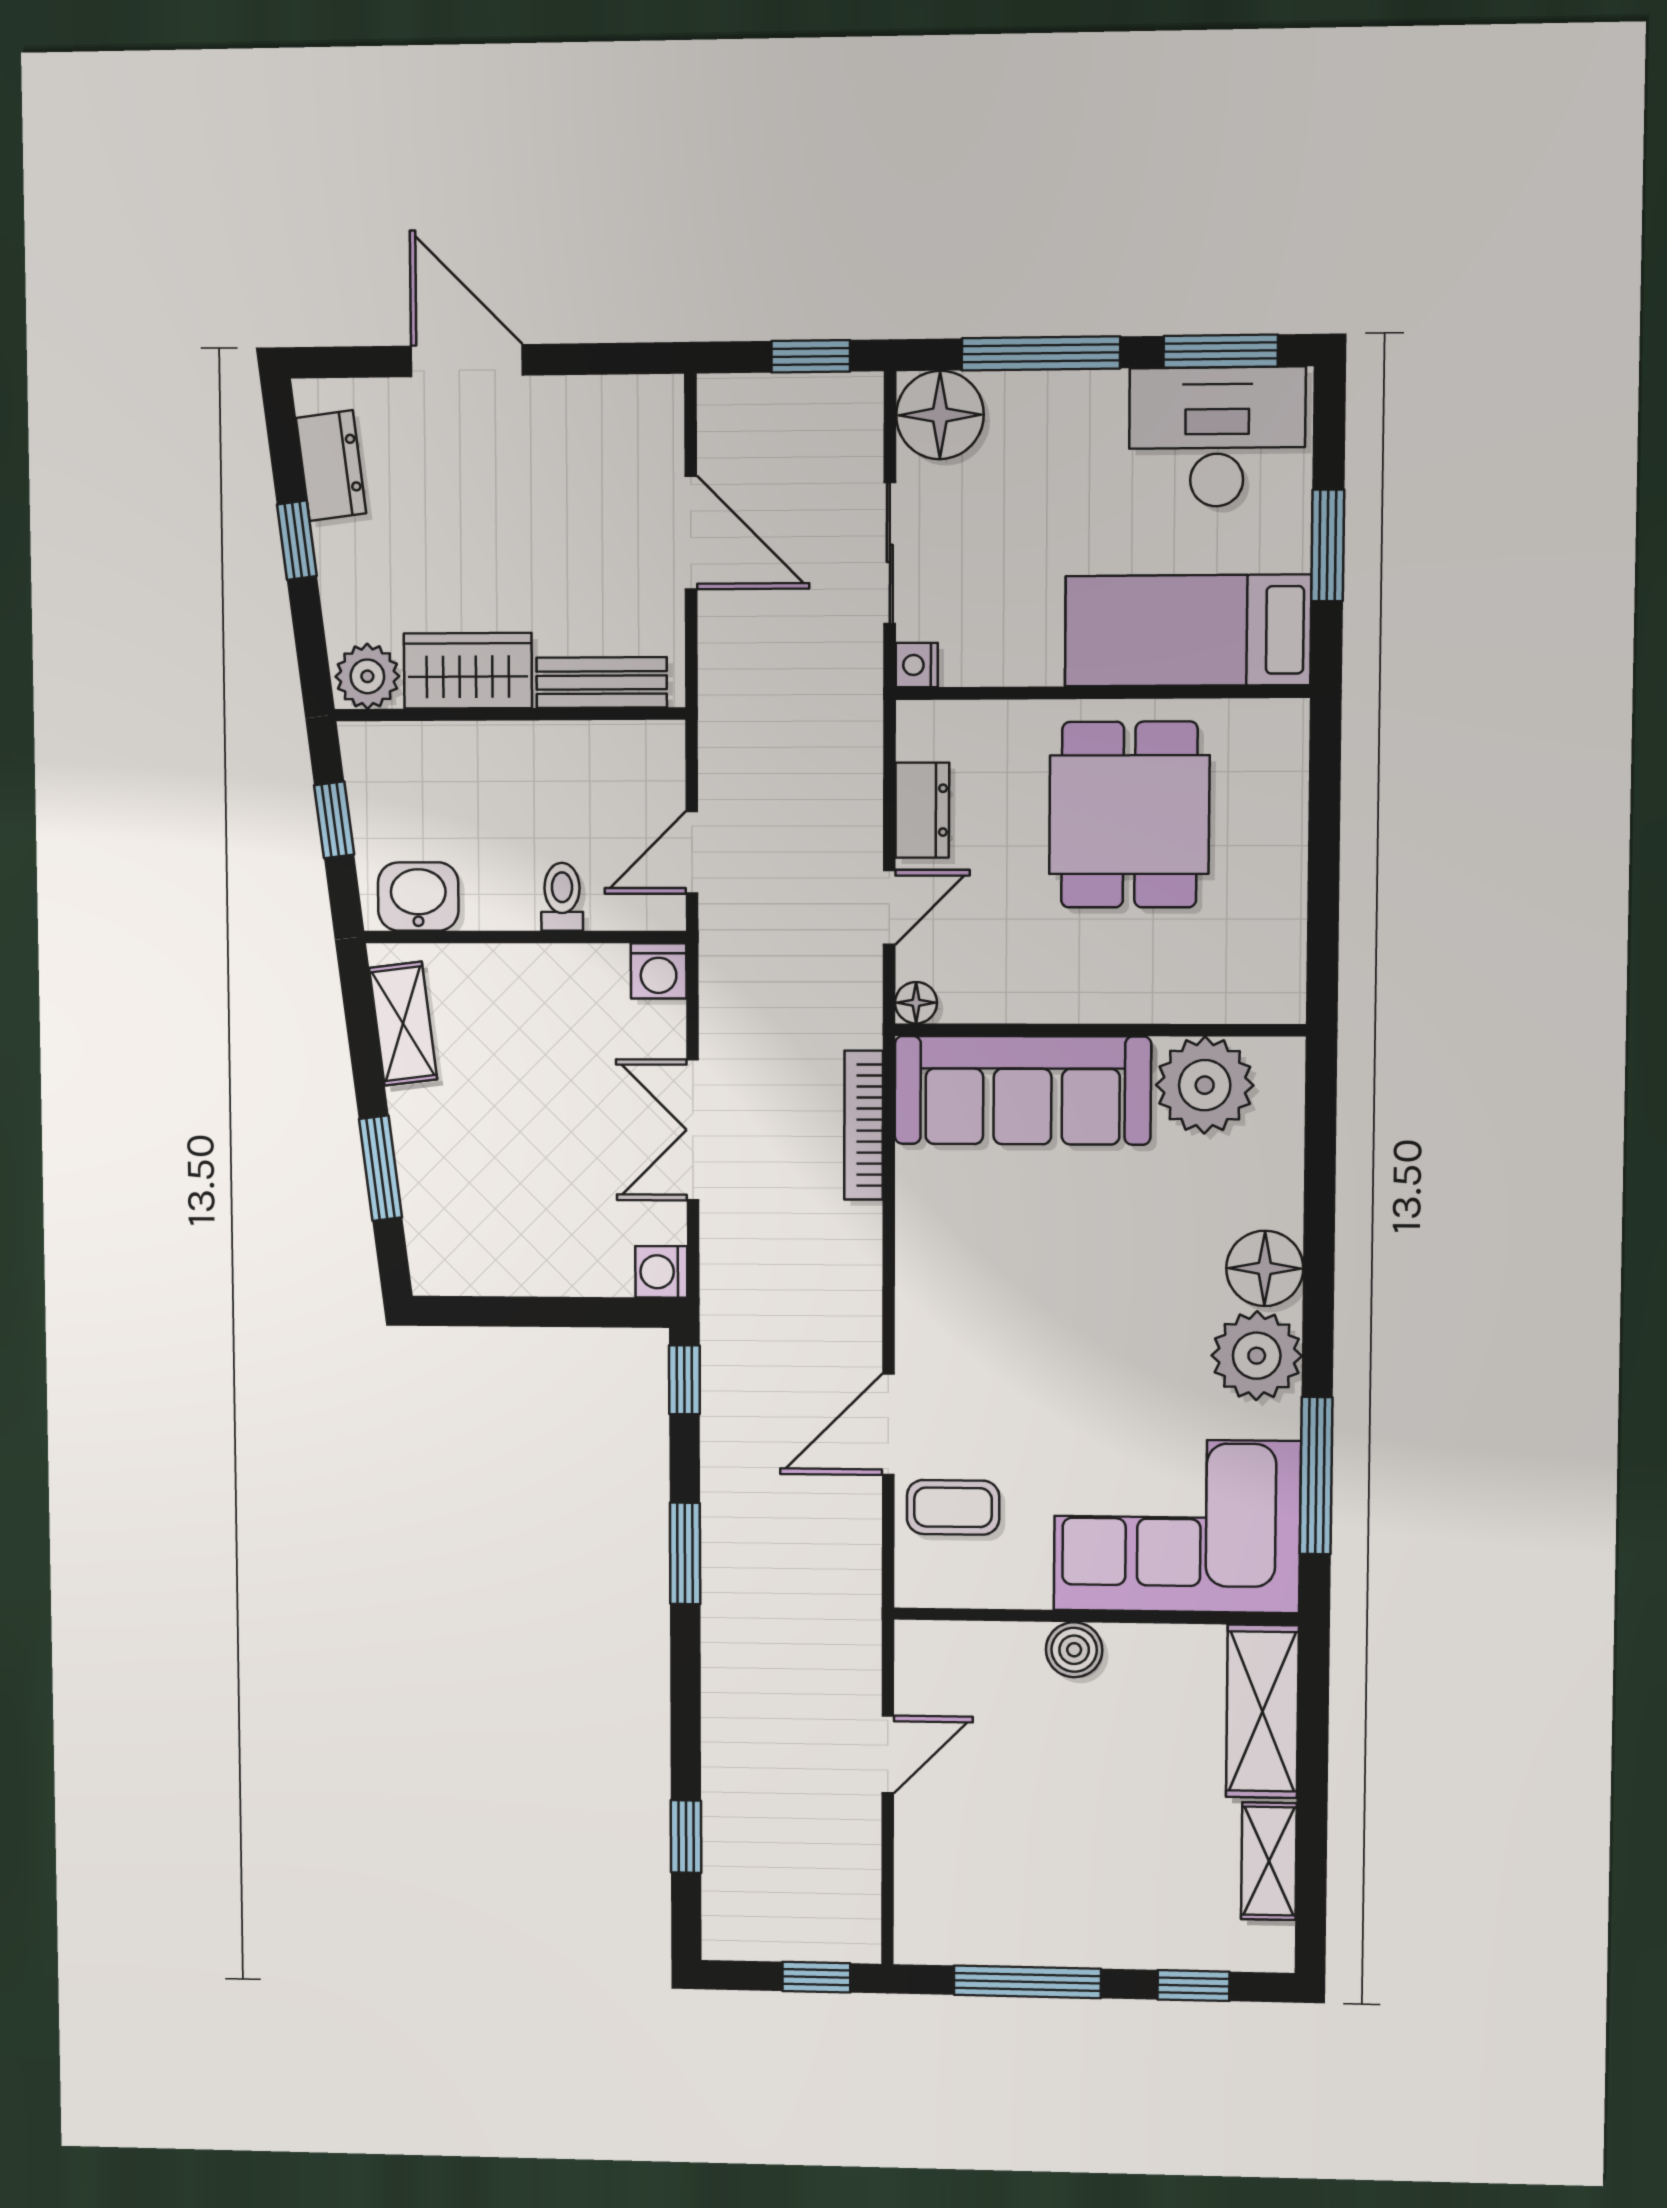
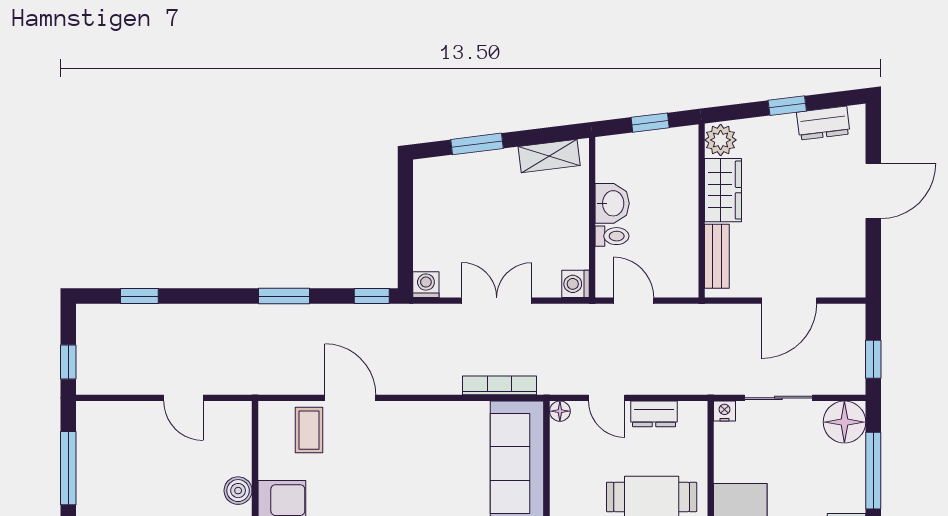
washbasin: (418, 897) -> (612, 203), moved

